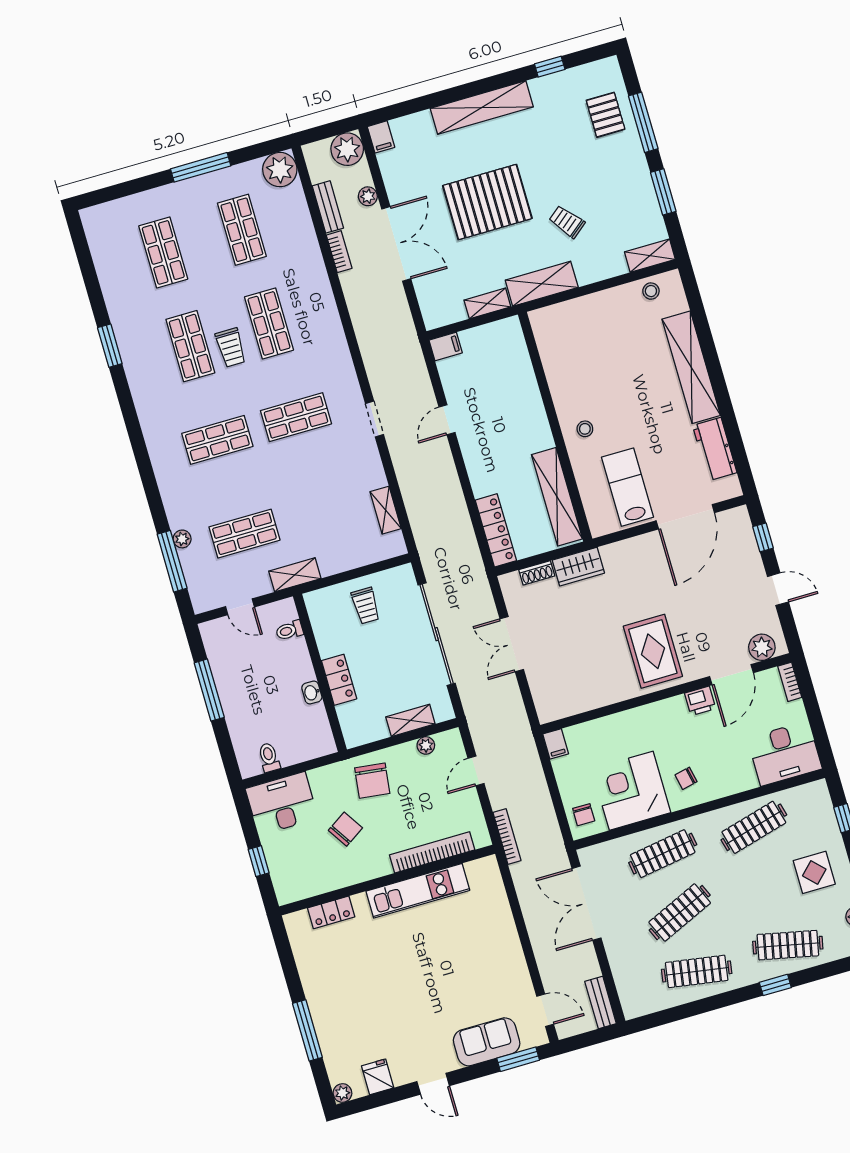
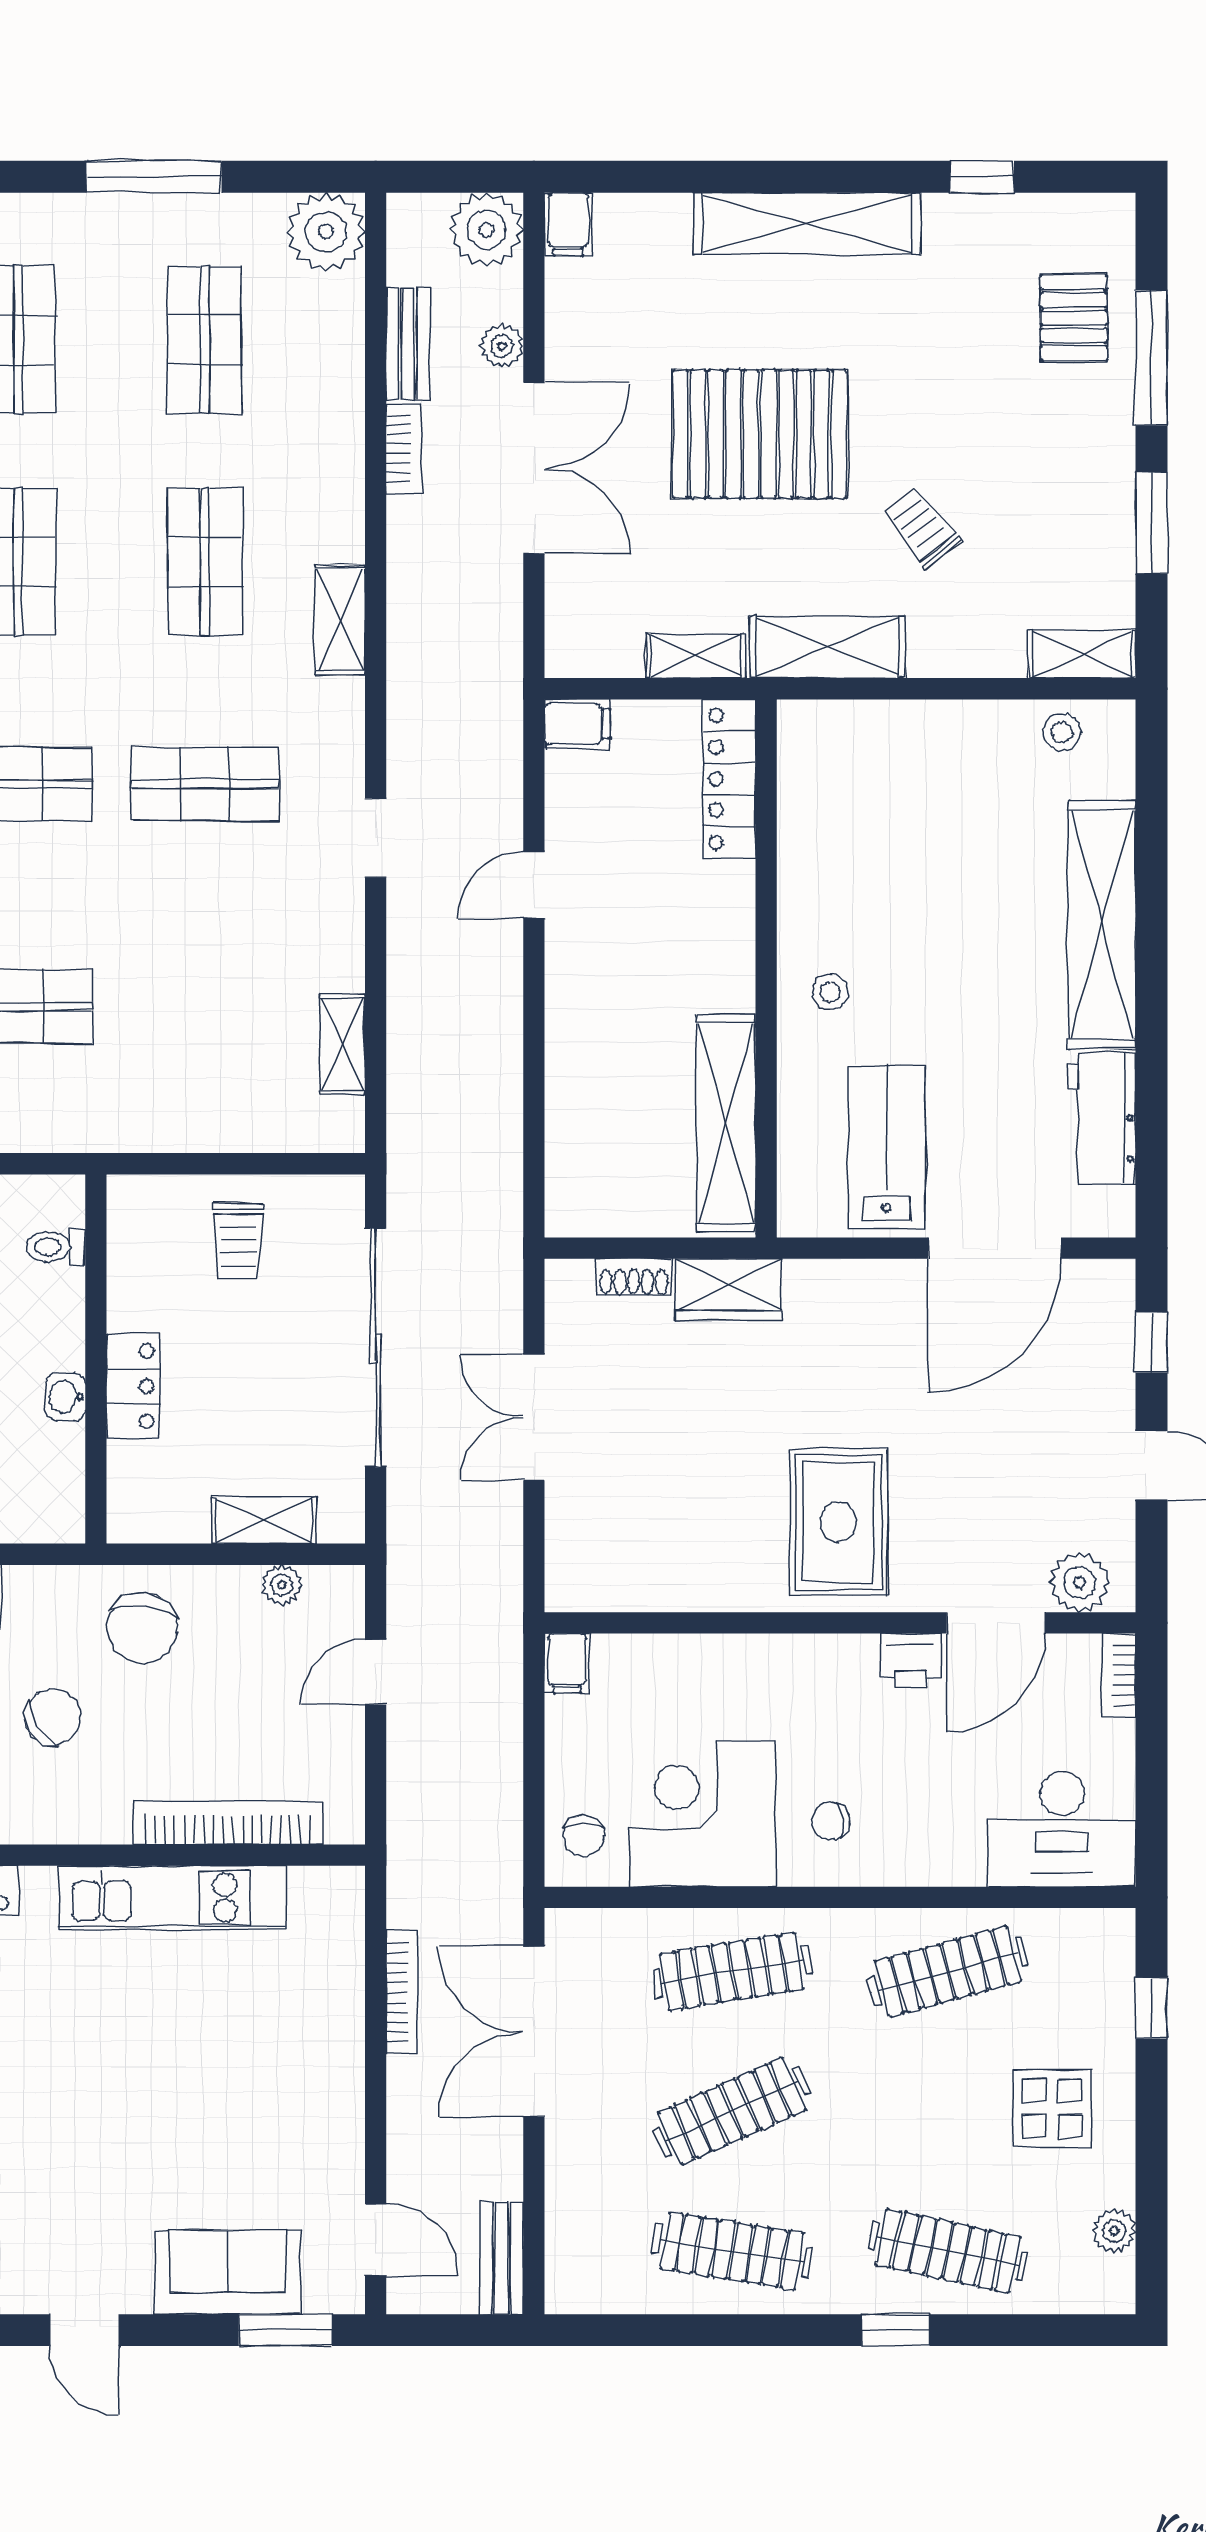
trolley: (231, 348) -> (106, 590), removed
locker: (496, 530) -> (729, 779), moved, turned 180
shelving: (295, 575) -> (340, 620), moved, turned 90
bookcase: (507, 836) -> (402, 1993), moved

